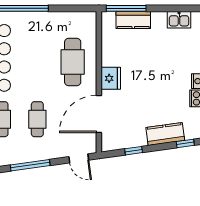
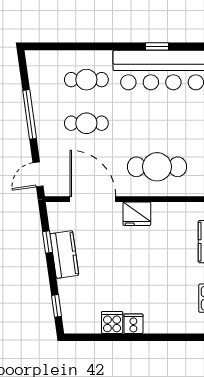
kitchen counter: (165, 134) -> (64, 254), moved

